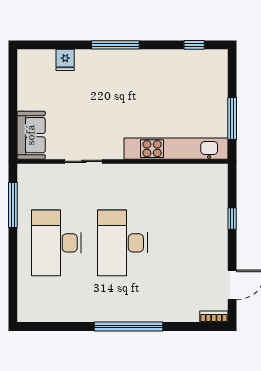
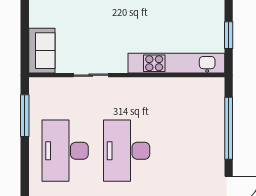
window: (232, 119) -> (229, 35), width x0.69
window: (232, 219) -> (229, 128), width x3.17

